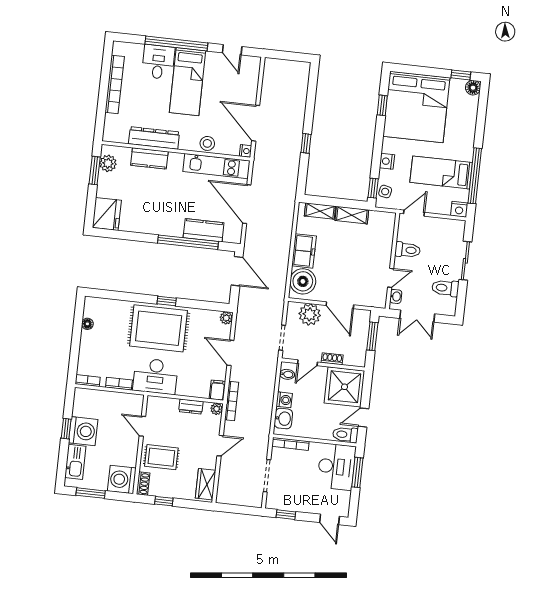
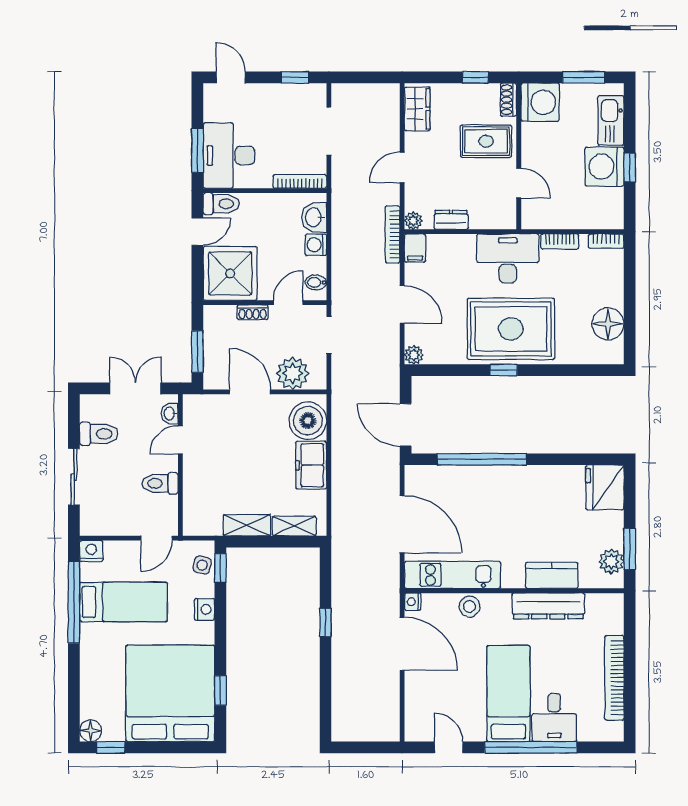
kitchen counter: (204, 230) -> (461, 479), removed
floor lamp: (87, 324) -> (608, 324), width x1.89, depth x1.89

